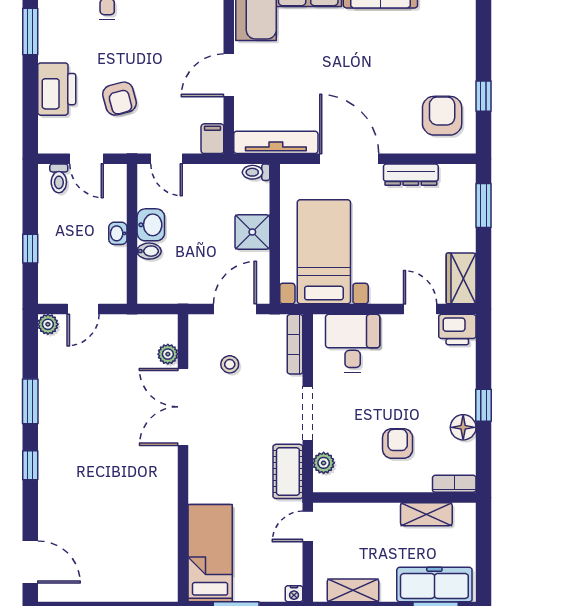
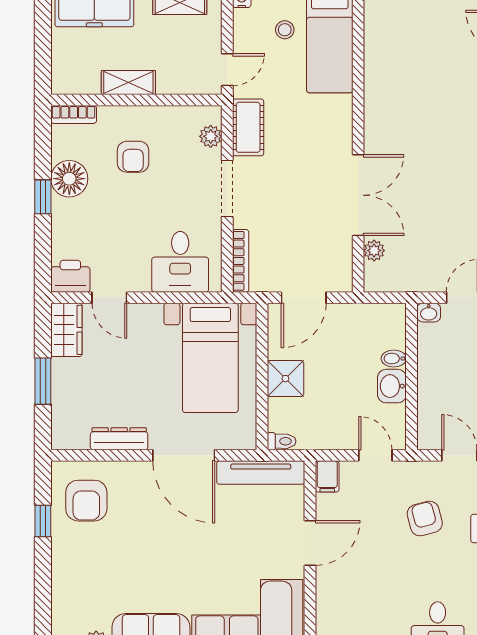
window: (484, 206) -> (43, 381), moved
washbasin: (118, 233) -> (429, 313), moved, turned 90
stool: (230, 364) -> (285, 30), moved
floor lamp: (463, 427) -> (69, 179), width x1.38, depth x1.38
shelving: (426, 514) -> (128, 83), moved

